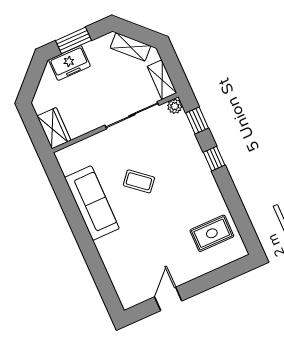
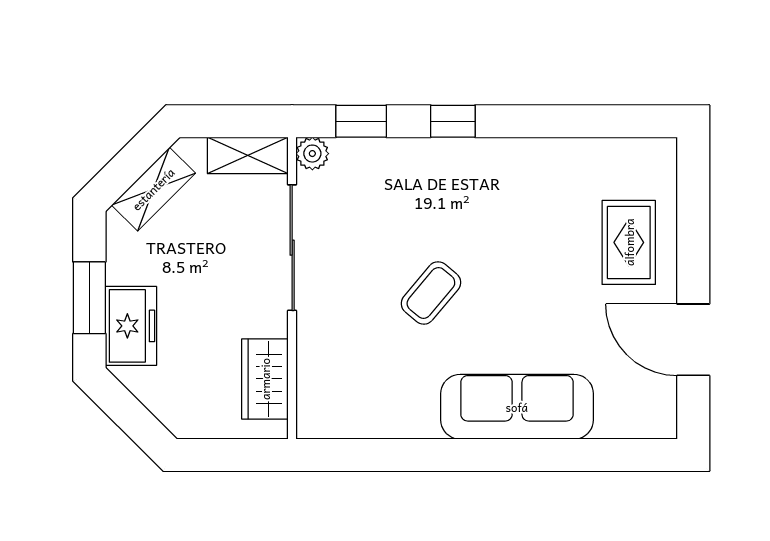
wardrobe: (54, 128) -> (265, 379), moved, turned -90
sofa: (92, 203) -> (517, 407), moved
rug: (212, 233) -> (629, 242), moved
door: (168, 299) -> (693, 340), width x1.38

